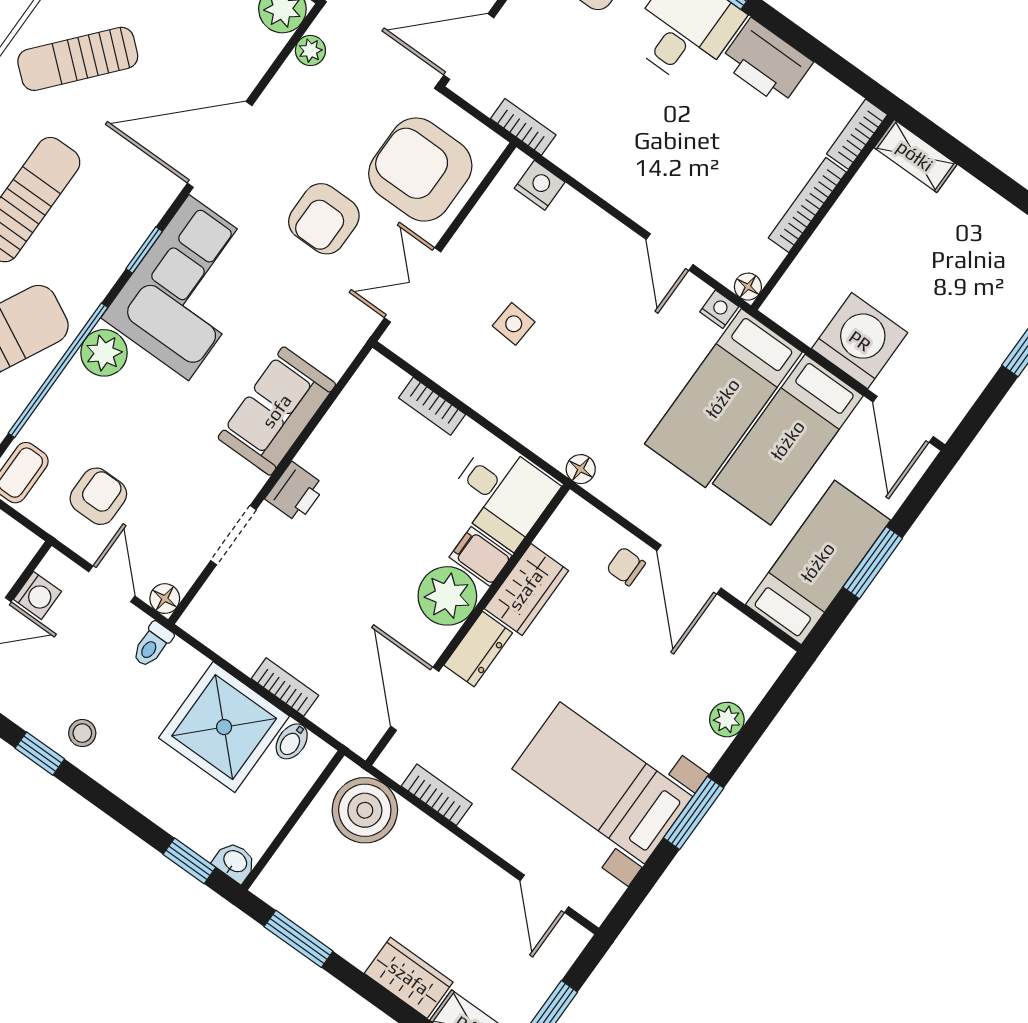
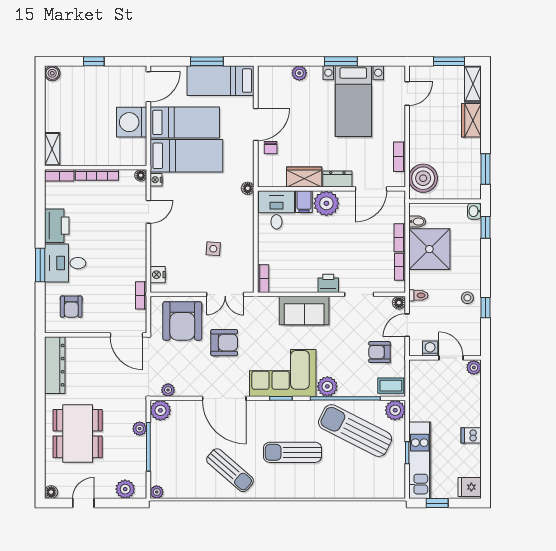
bookcase: (432, 406) -> (263, 279), moved
bookcase: (230, 648) -> (400, 267), added

